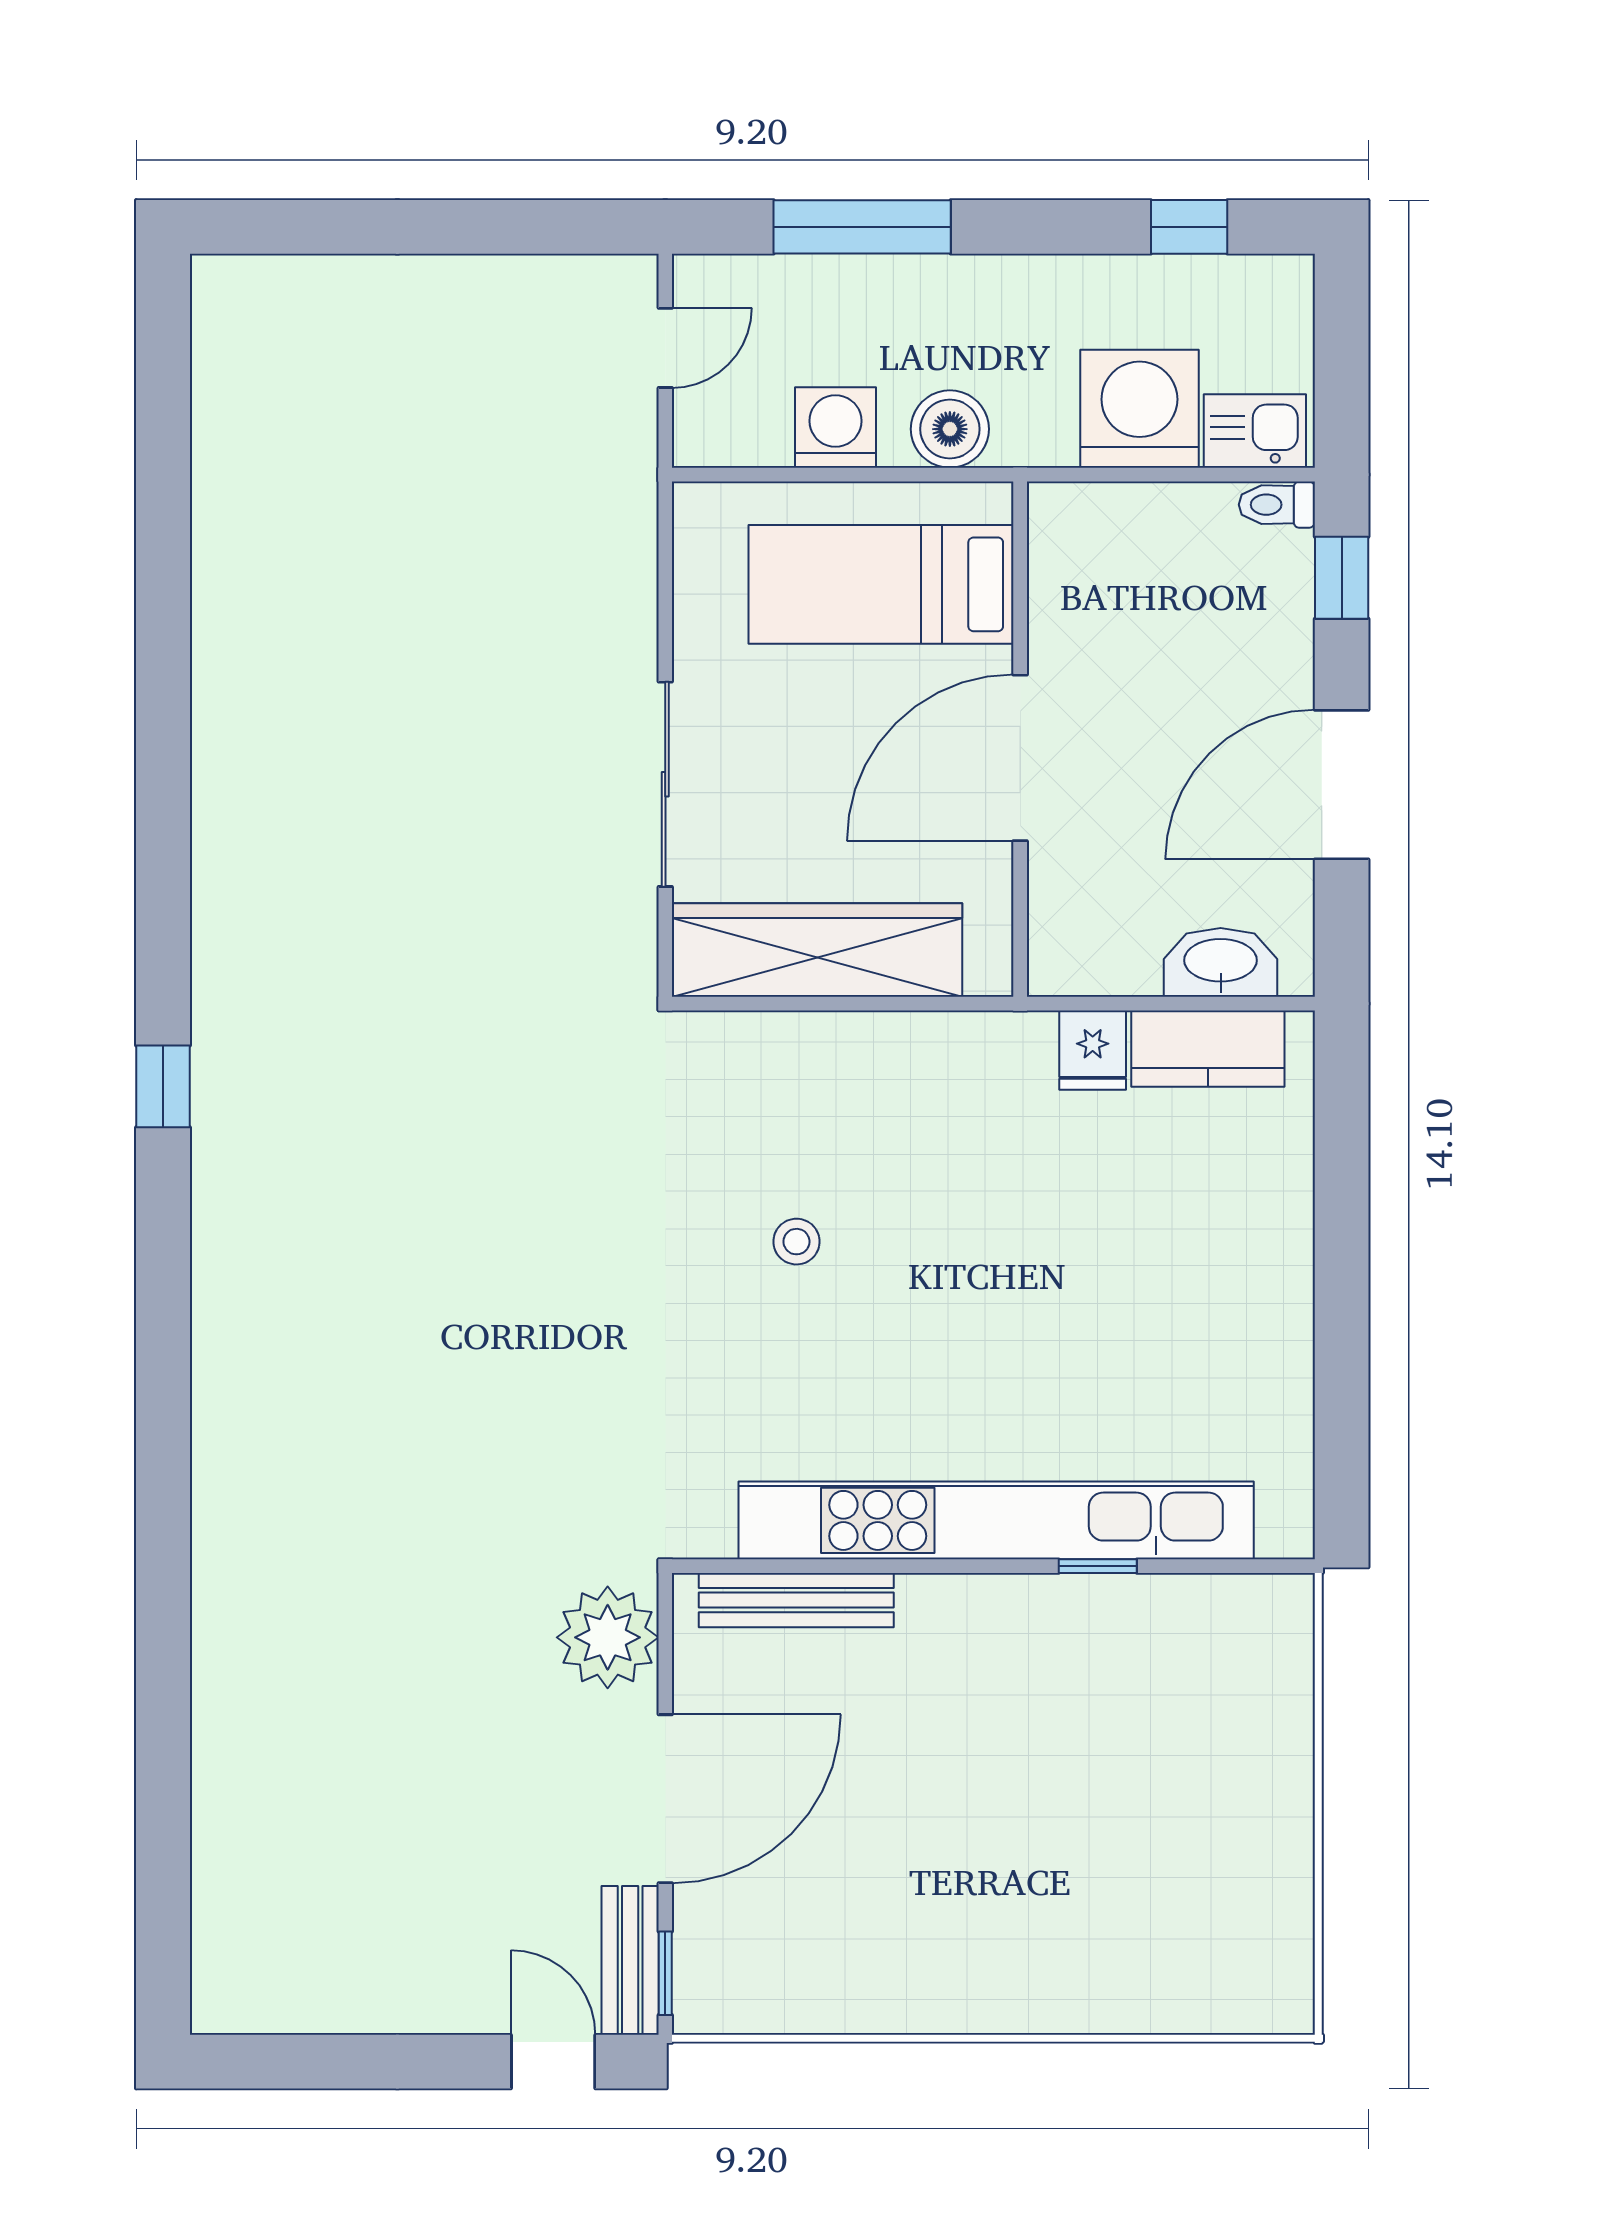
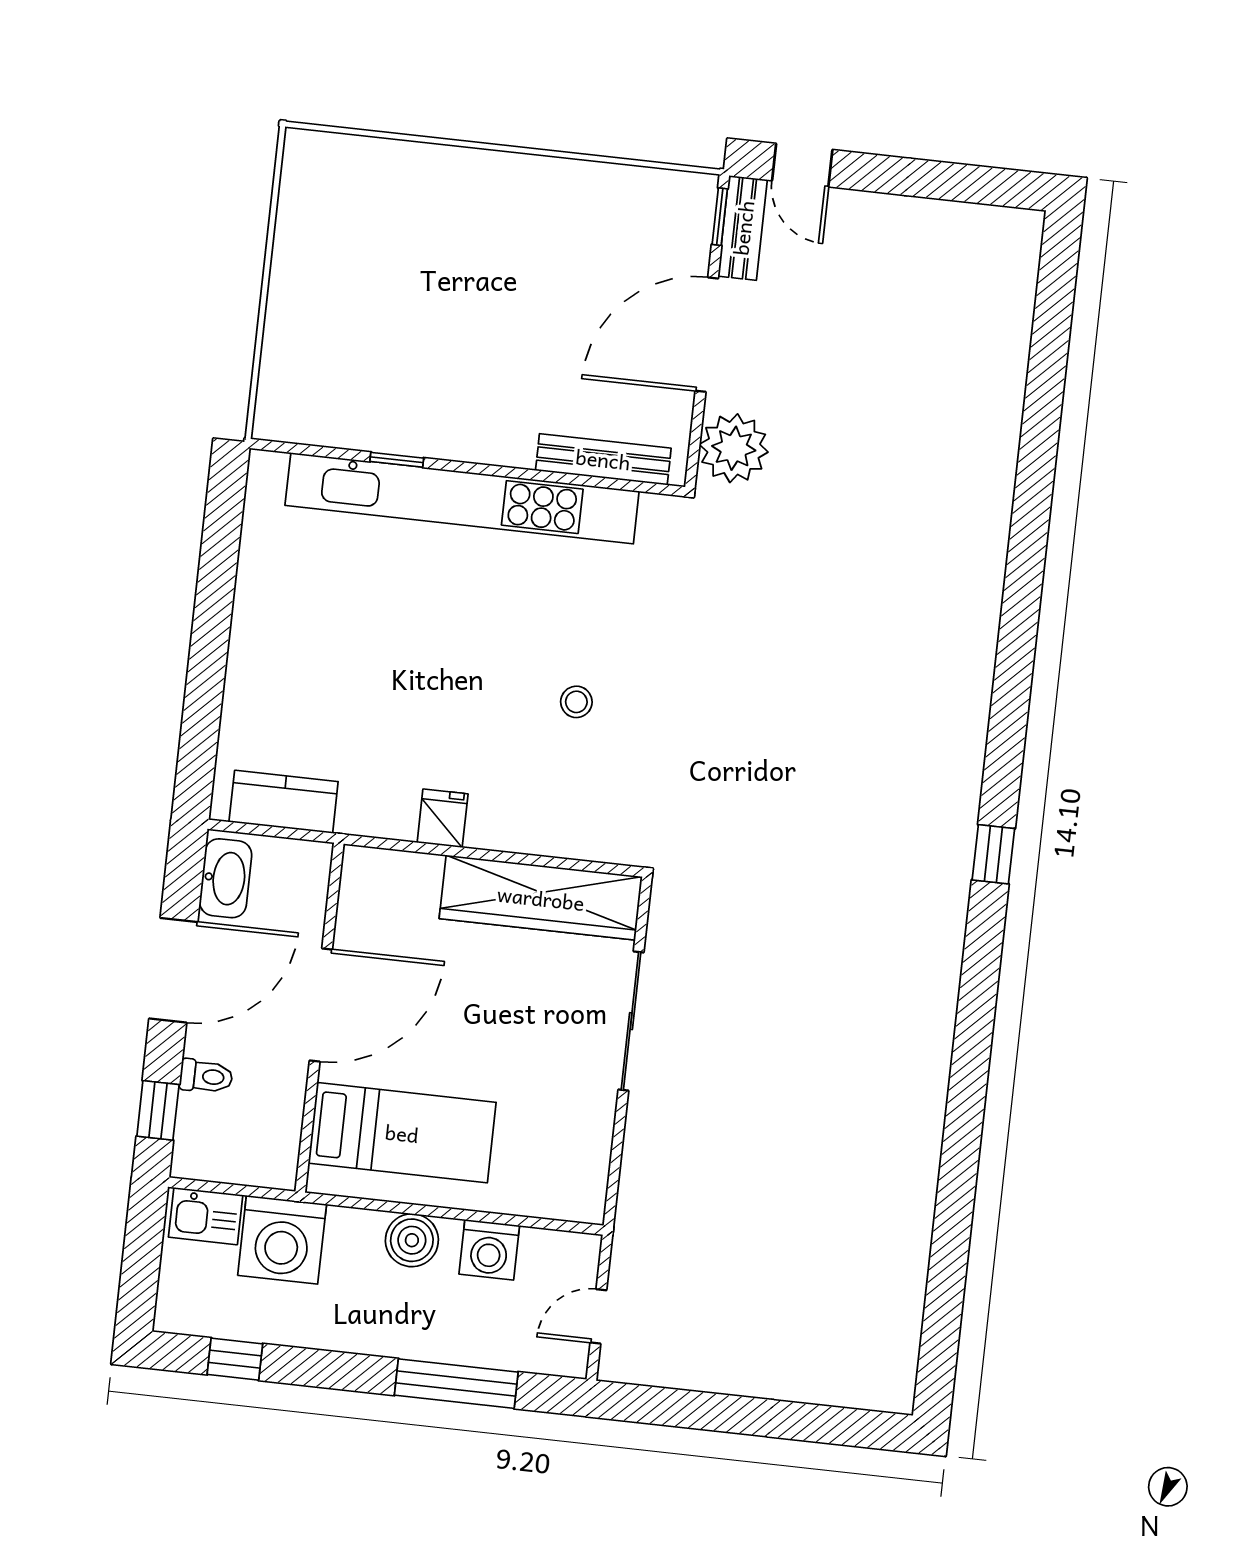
toilet: (1277, 505) -> (206, 1076), moved
bed: (881, 584) -> (402, 1133), moved
wall: (1020, 739) -> (320, 1018), moved
door: (1020, 758) -> (321, 1005), moved
washbasin: (1221, 962) -> (226, 878), moved, turned -90
fridge: (1093, 1050) -> (443, 818), moved

